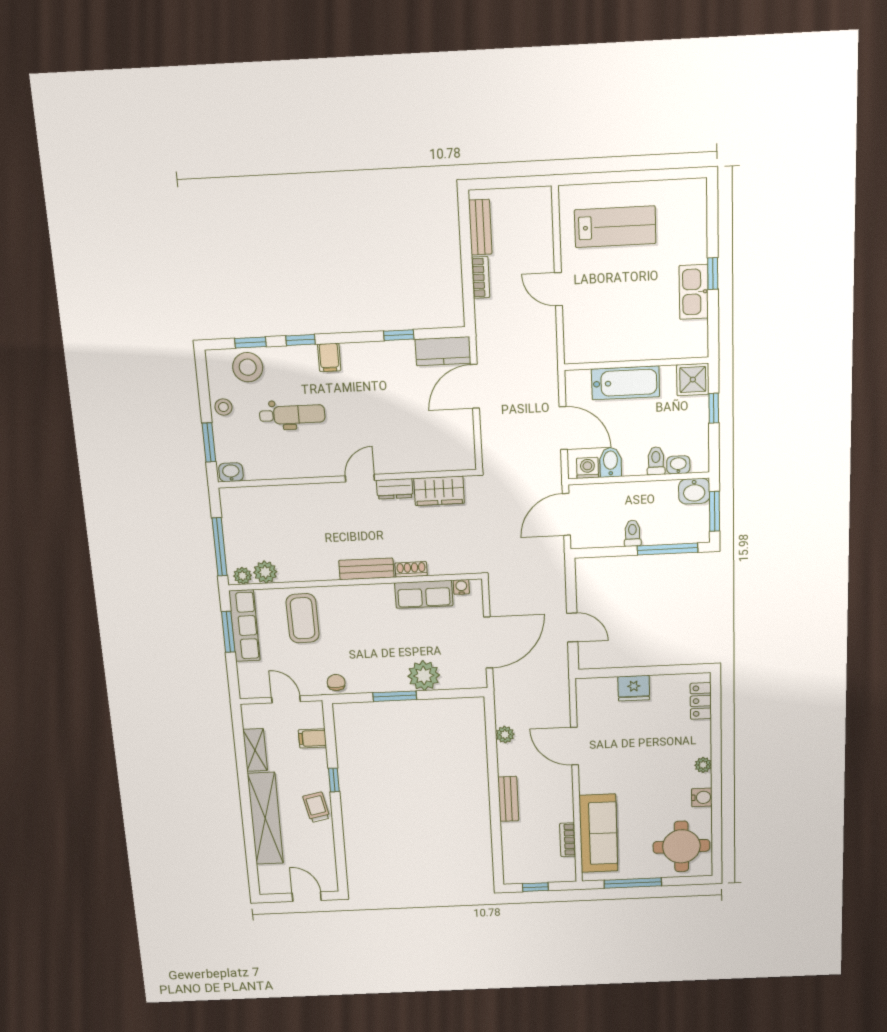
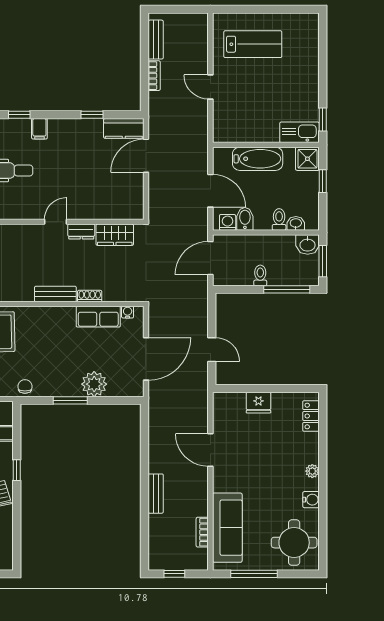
window: (713, 274) -> (323, 119), moved
kitchen sink: (694, 292) -> (299, 132), moved, turned 90
plant: (505, 735) -> (156, 437), removed

